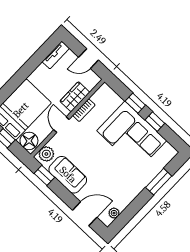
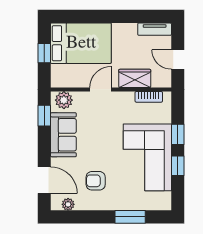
bookcase: (84, 110) -> (149, 97), moved
floor lamp: (29, 141) -> (61, 75), removed
armchair: (116, 182) -> (96, 181), added

